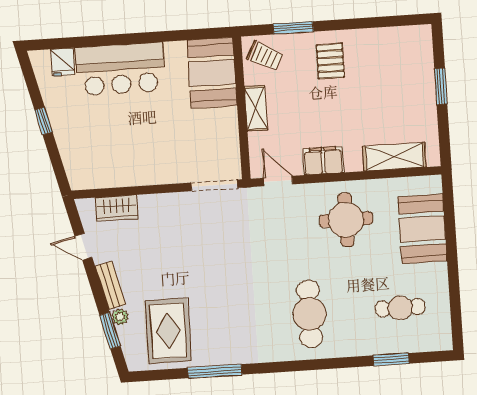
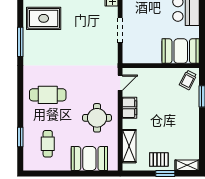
pallet: (330, 61) -> (159, 159), moved
shelving: (256, 108) -> (187, 165), moved
doorway: (214, 185) -> (120, 30), moved

